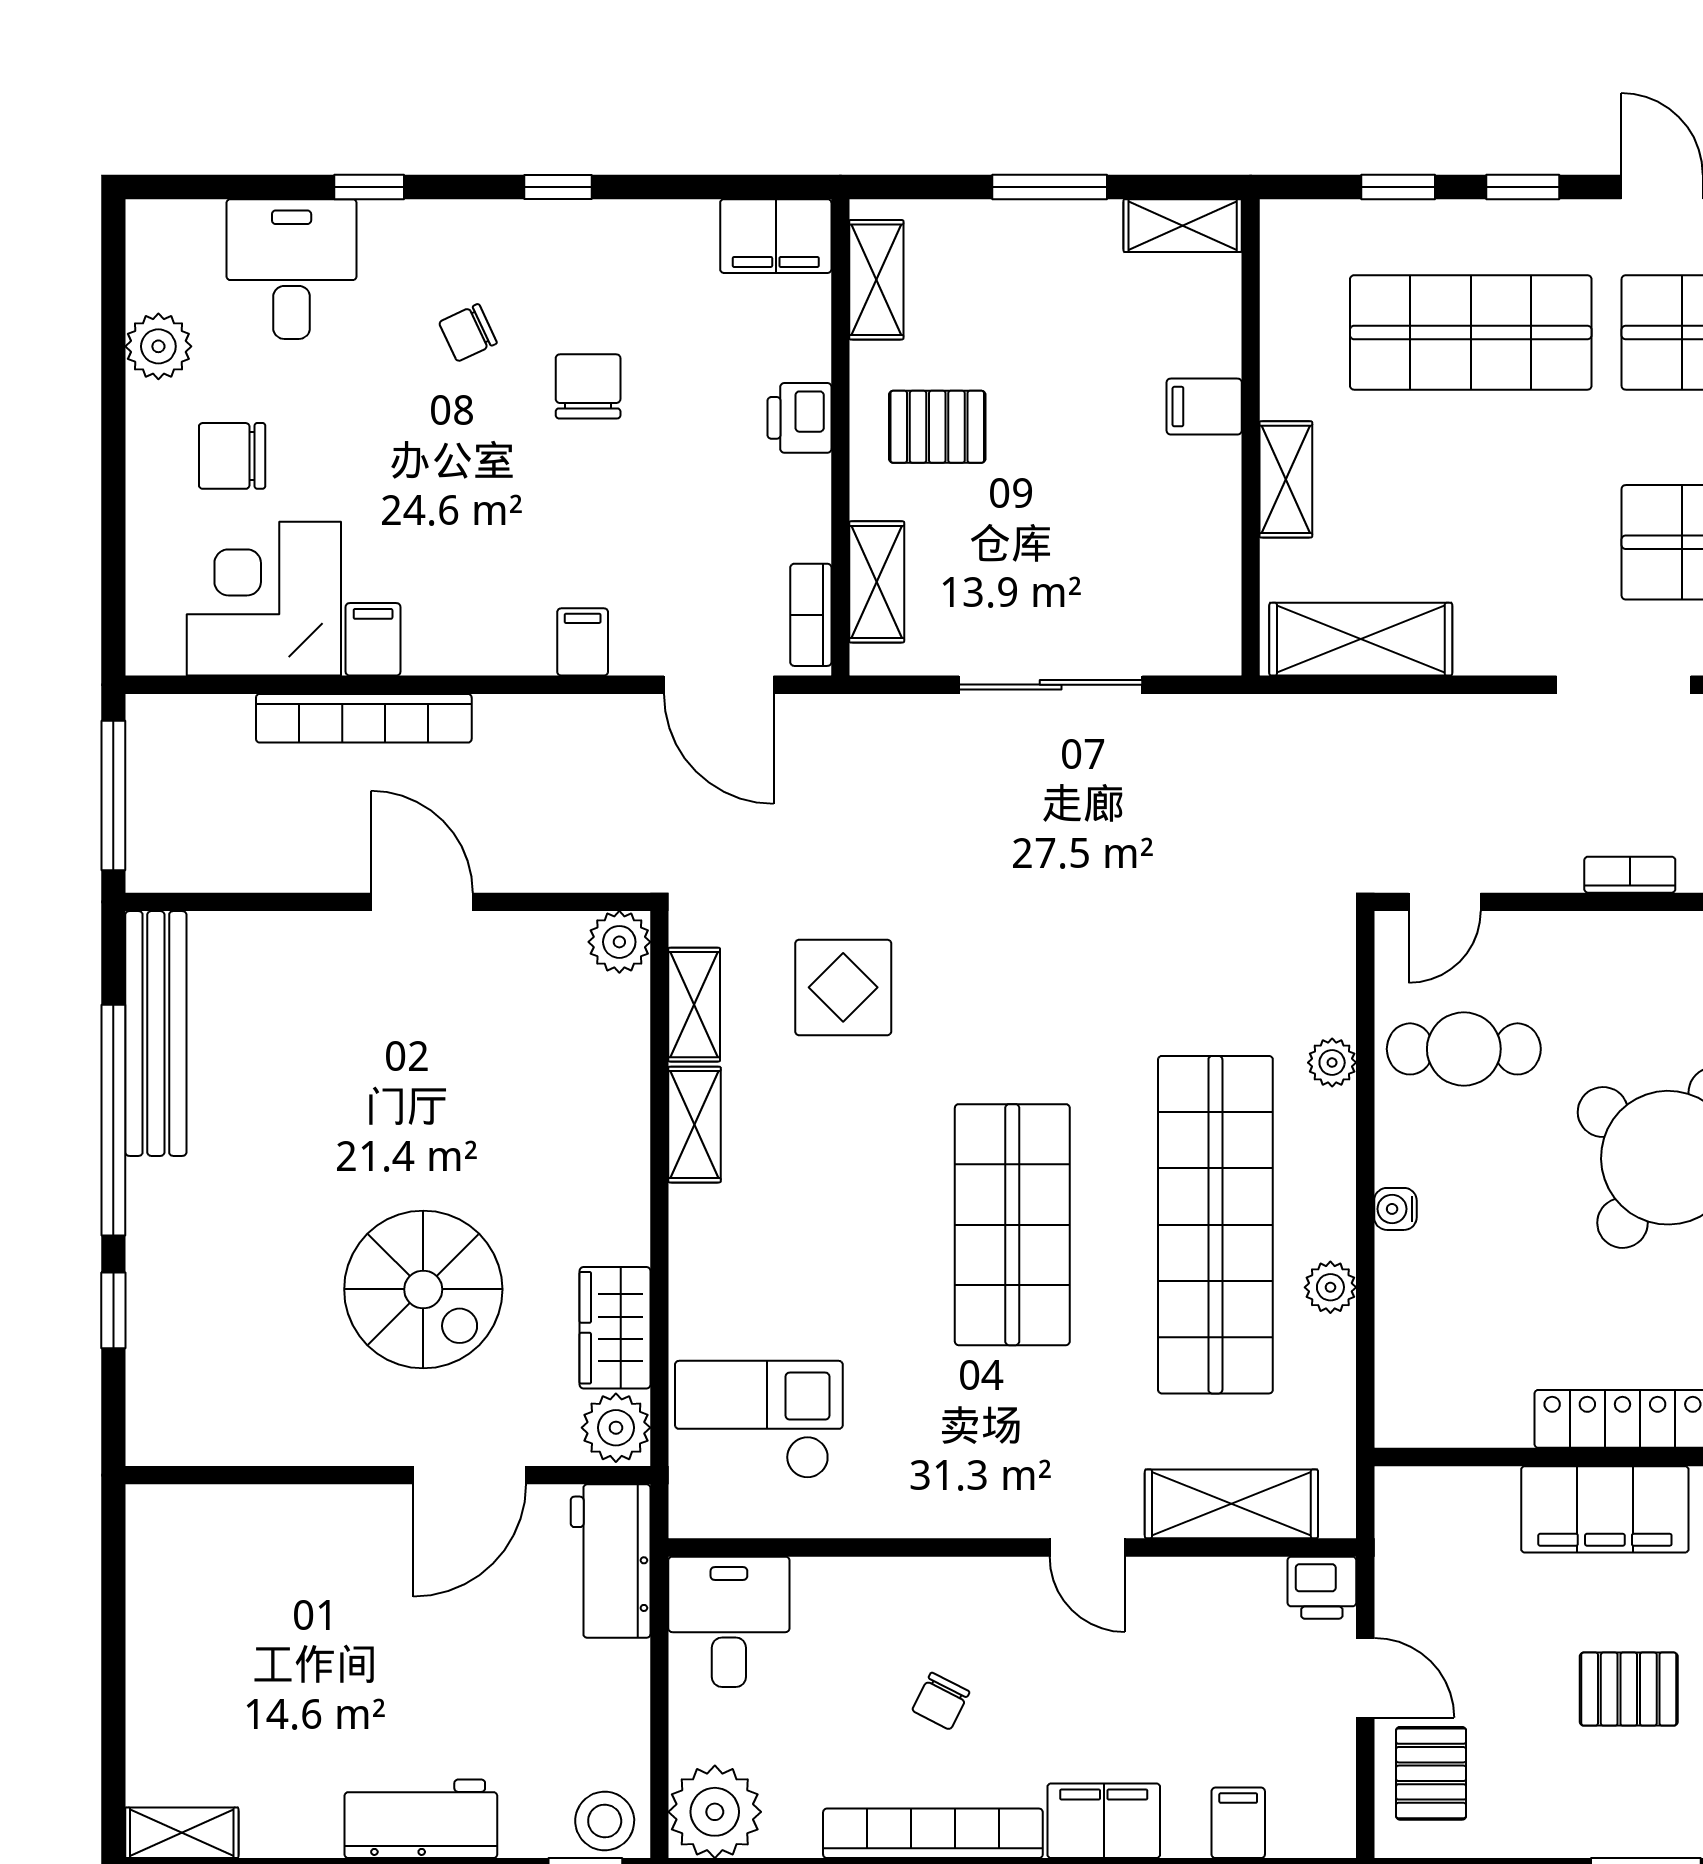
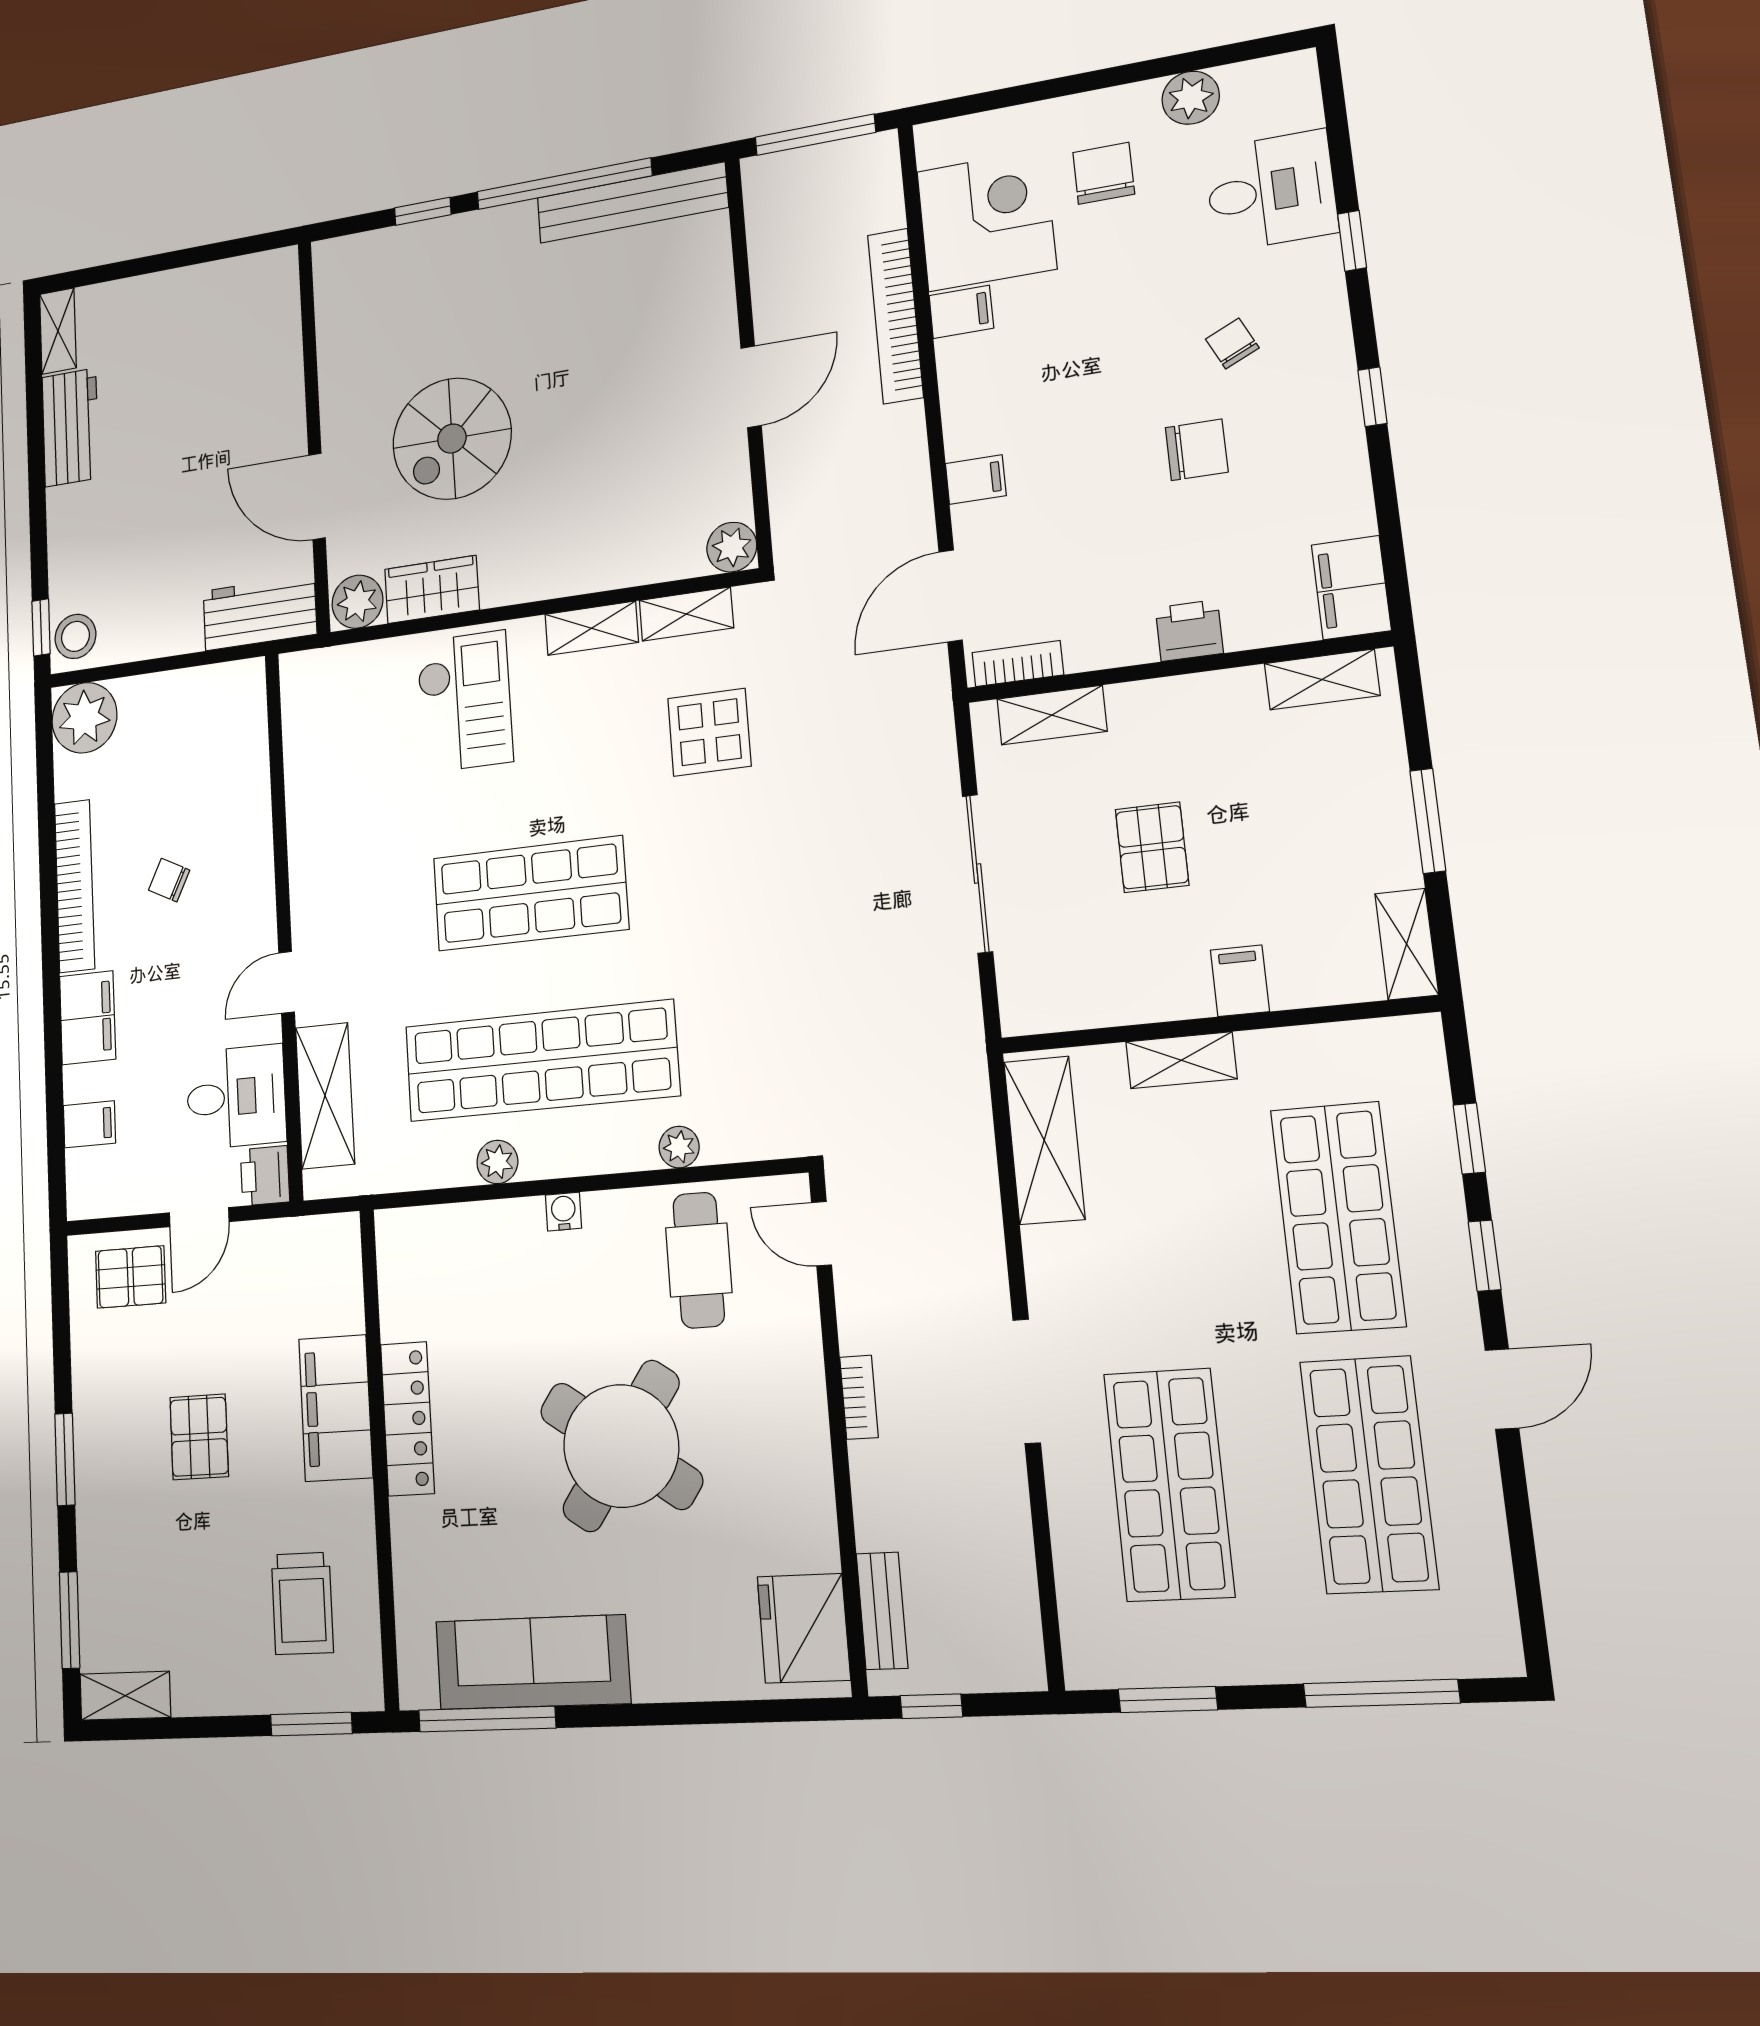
pallet: (937, 427) -> (1152, 847), moved
checkout: (759, 1420) -> (465, 702), moved
desk: (729, 1622) -> (236, 1097), moved
workbench: (421, 1819) -> (70, 427), moved

